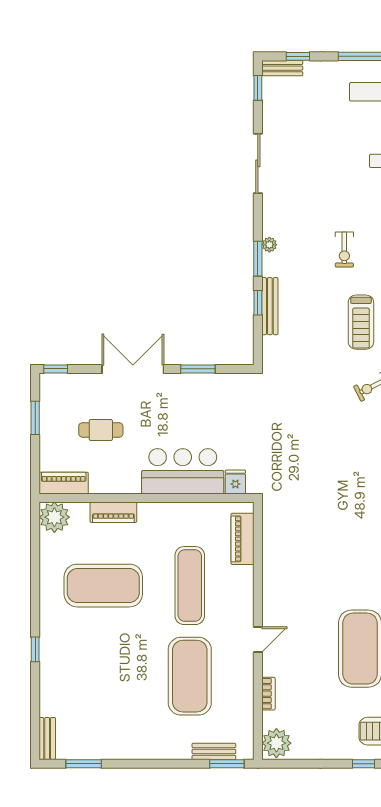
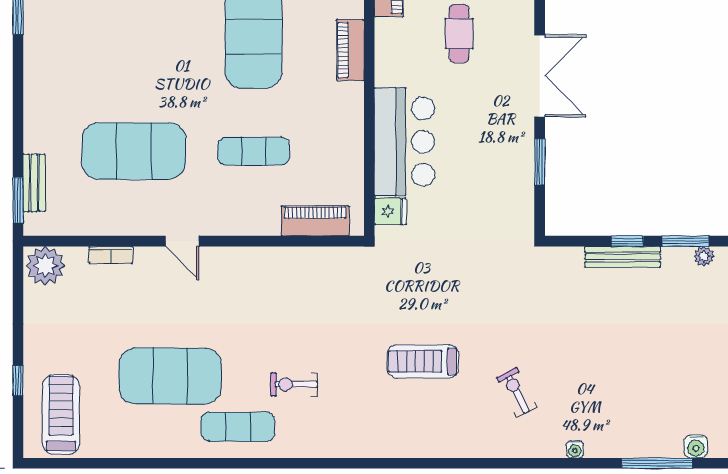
exercise bike: (344, 250) -> (294, 384), moved
treadmill: (361, 322) -> (423, 361), moved
exercise mat: (190, 586) -> (253, 151), width x0.73, depth x0.69

